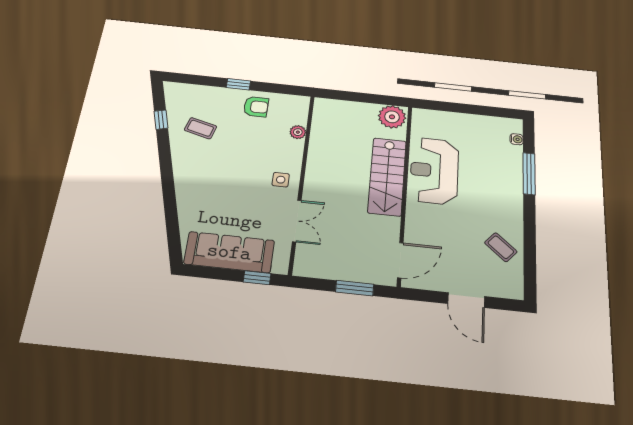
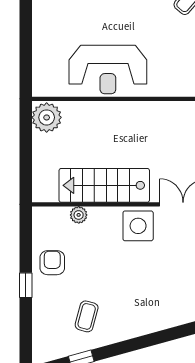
stairs: (387, 176) -> (104, 185), moved, turned 180
side table: (281, 180) -> (138, 226), width x1.87, depth x1.87

